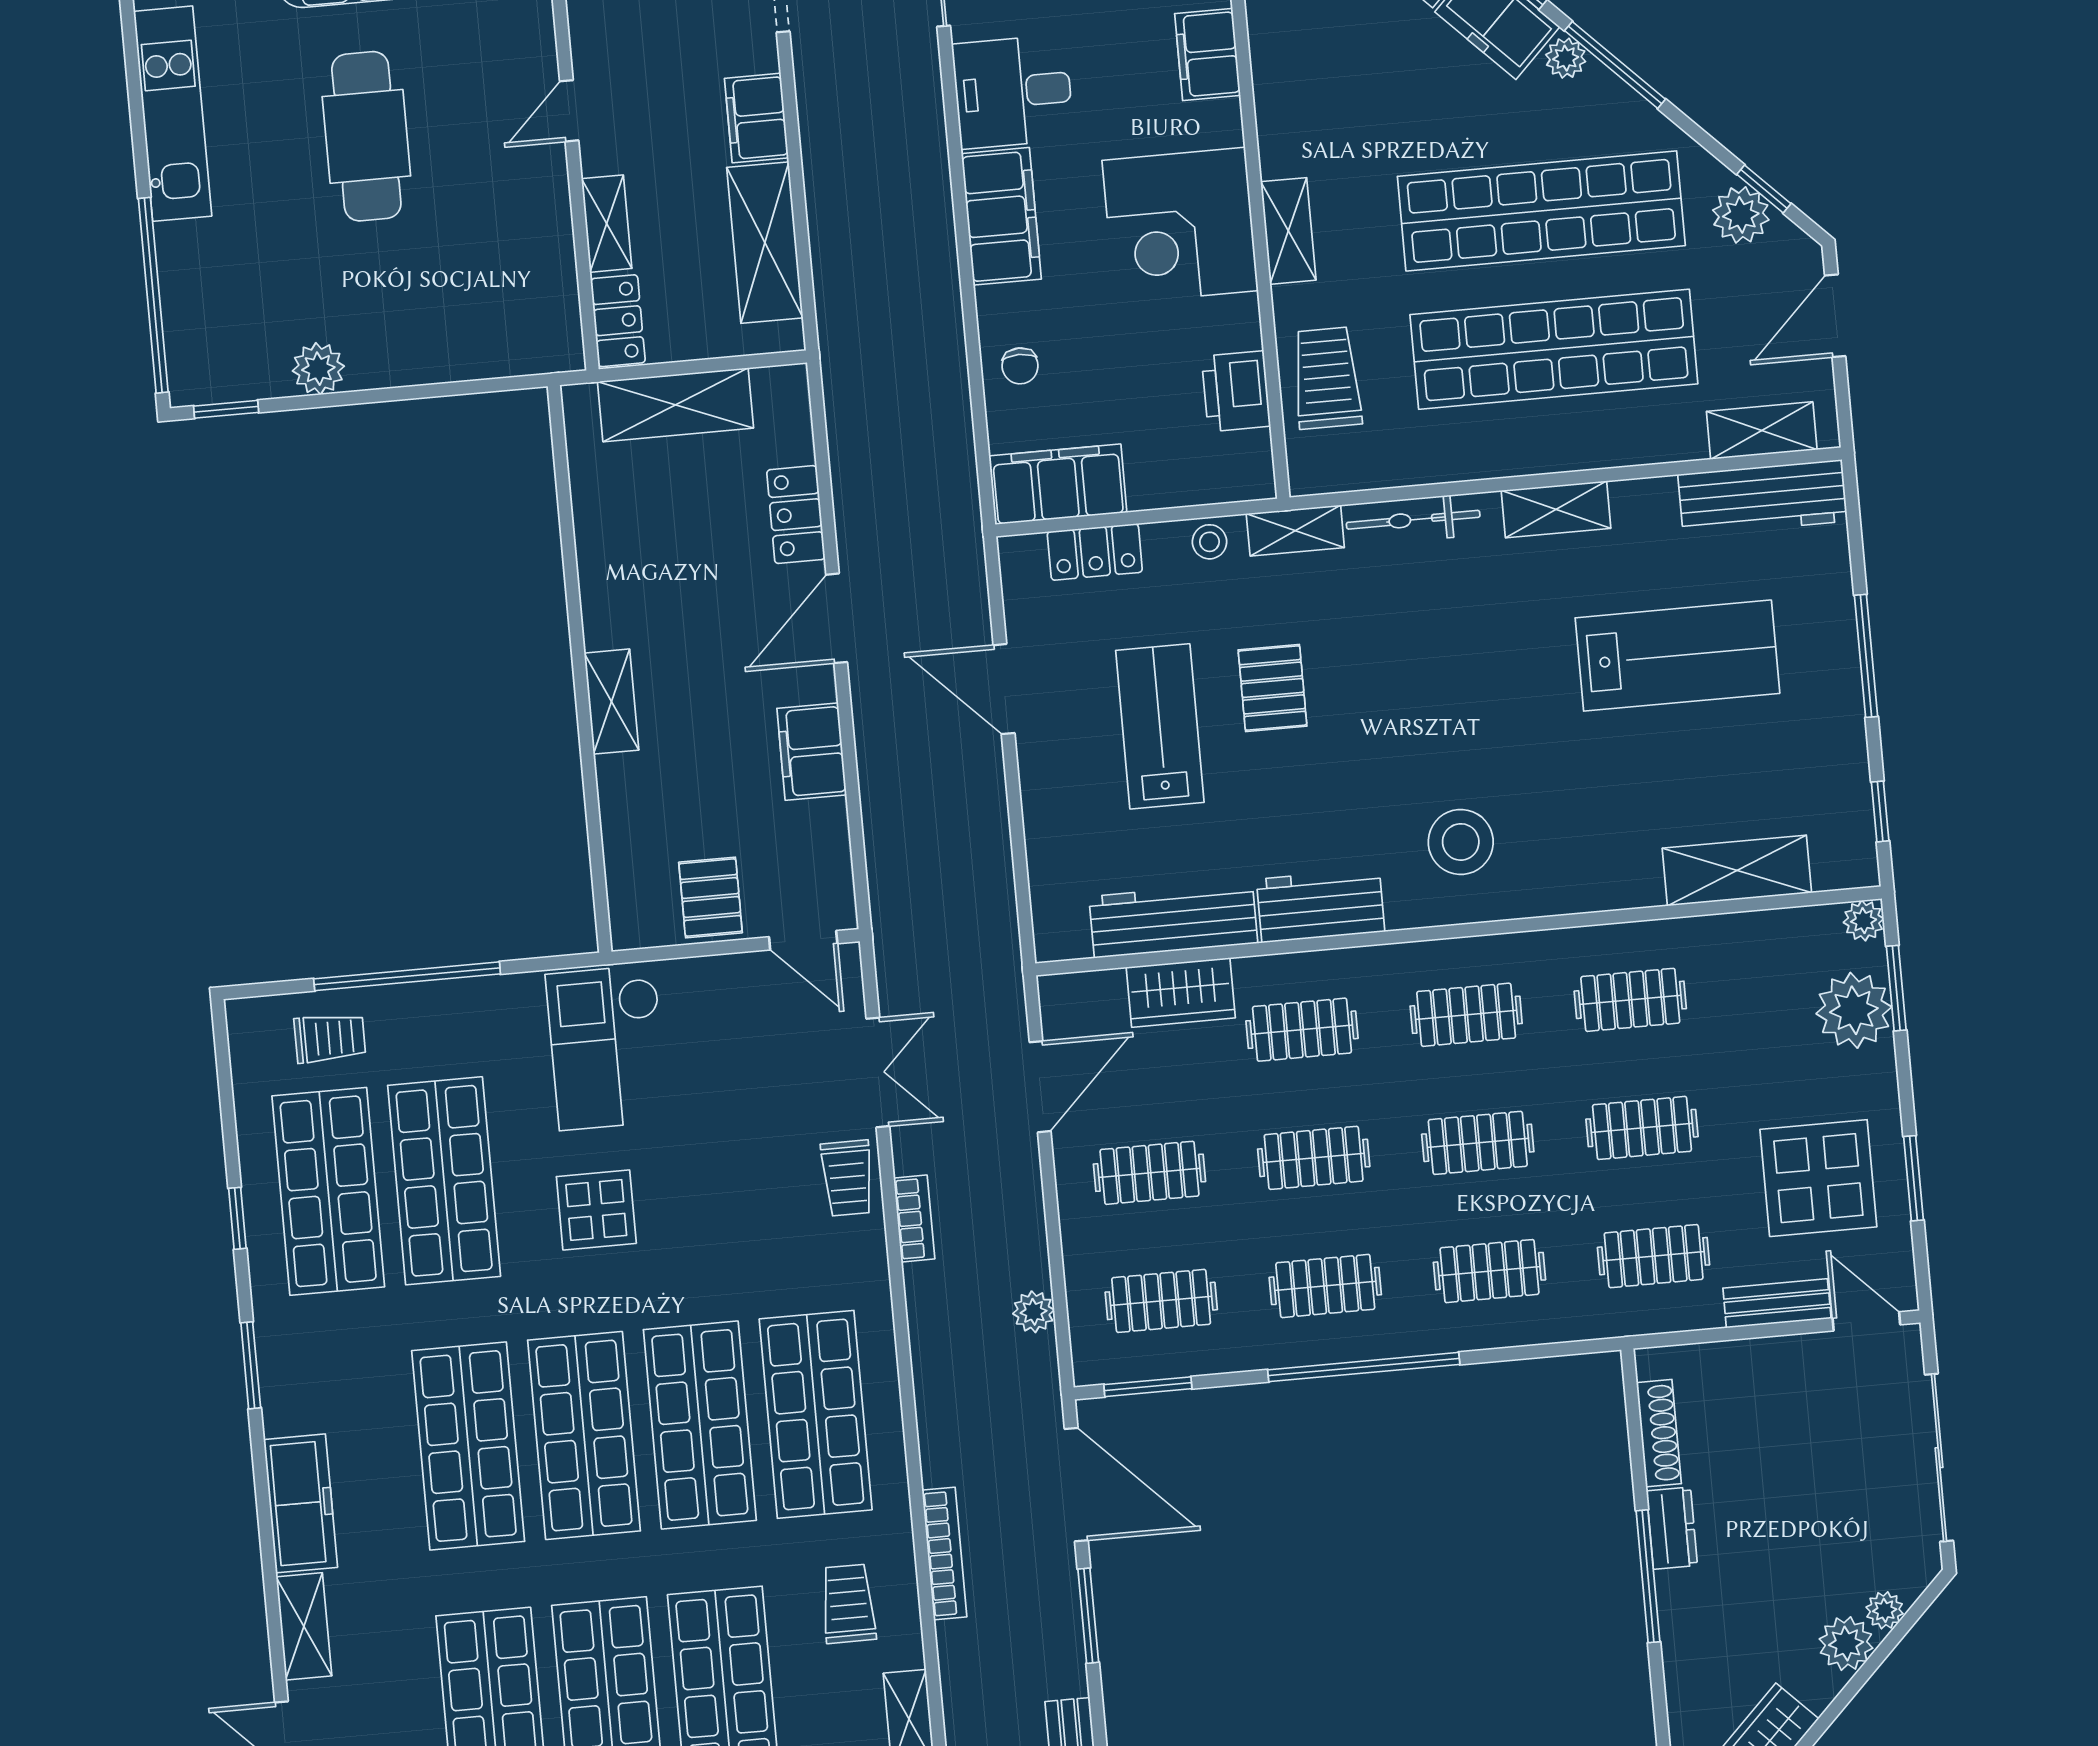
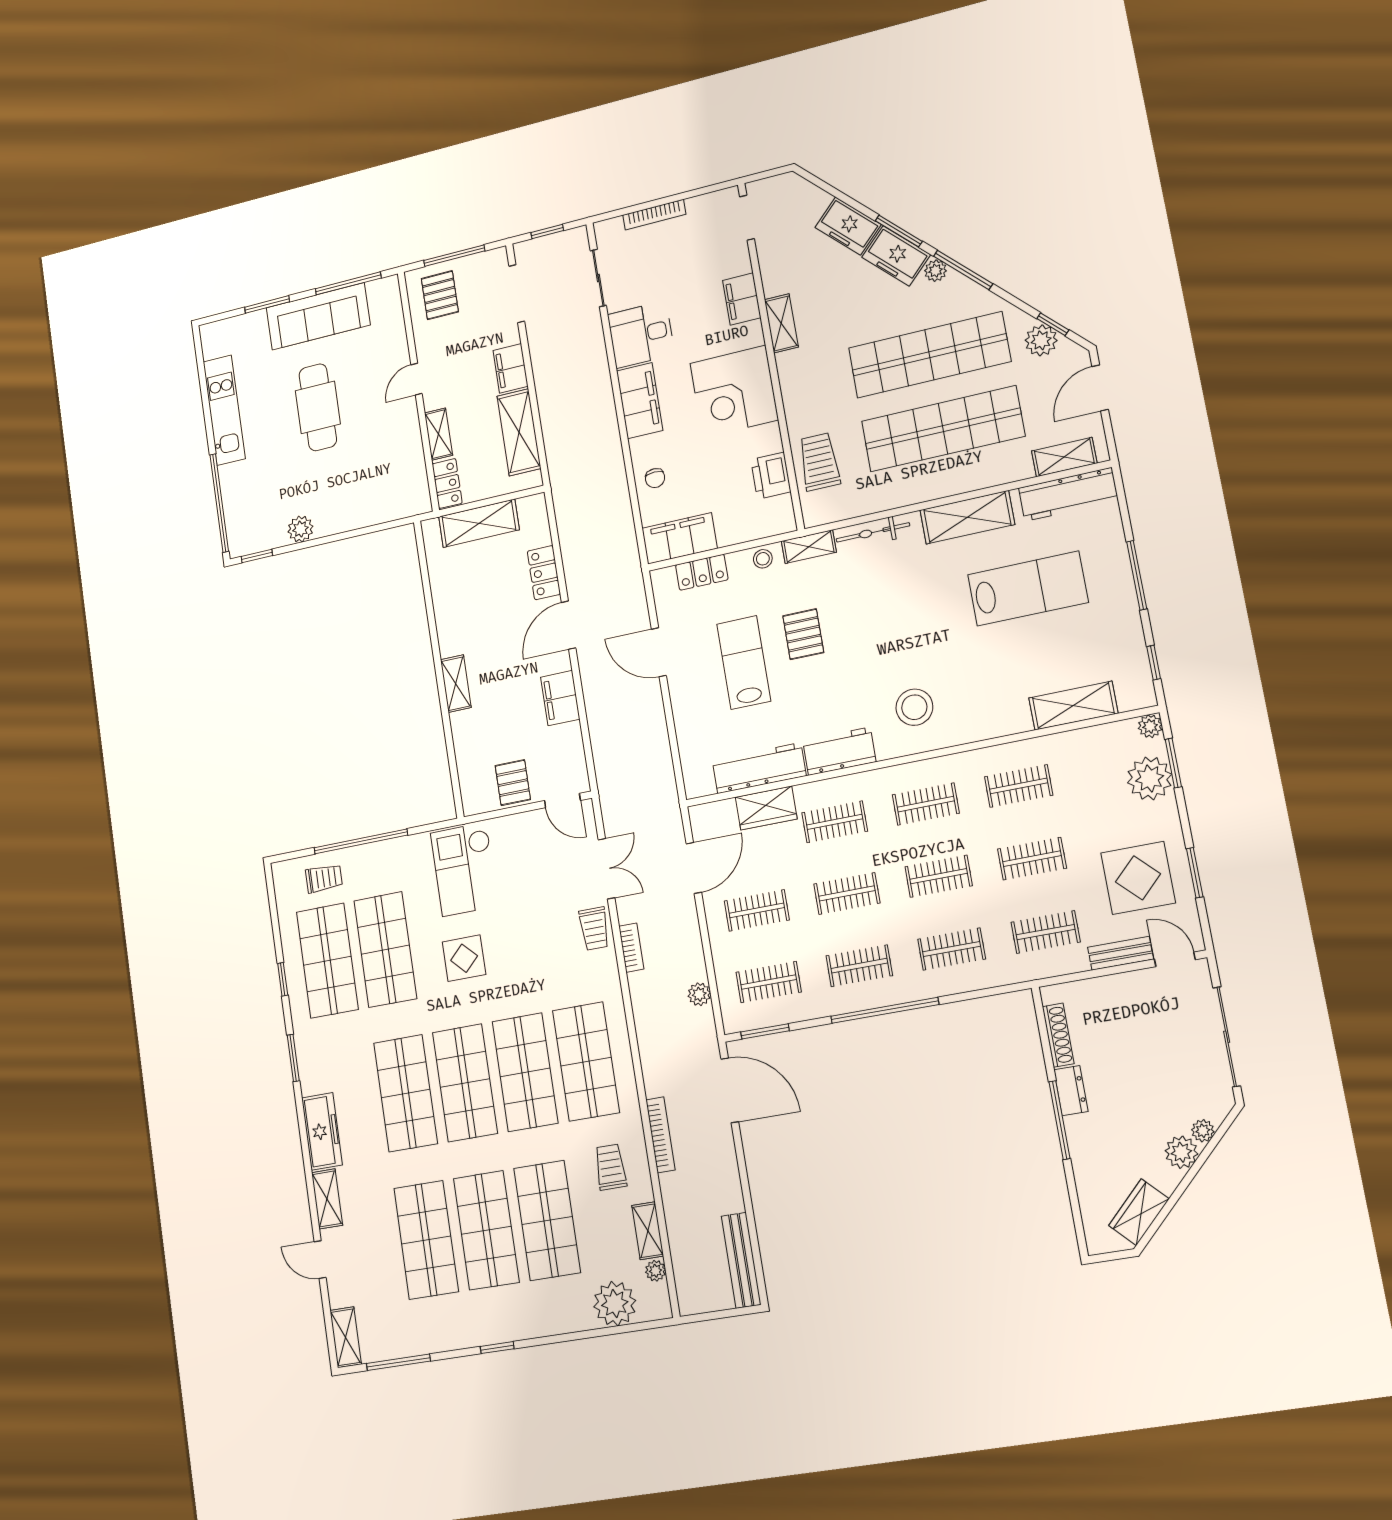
shelving: (1288, 231) -> (781, 323), moved
shelving: (1556, 509) -> (967, 517), width x1.50, depth x1.33
window: (1088, 1616) -> (742, 1165), removed

